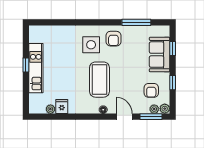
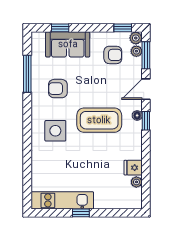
armchair: (113, 39) -> (58, 89), moved, turned 180
kitchen unit: (36, 68) -> (62, 200), moved
window: (173, 83) -> (123, 28), moved
window: (99, 117) -> (146, 121), added

